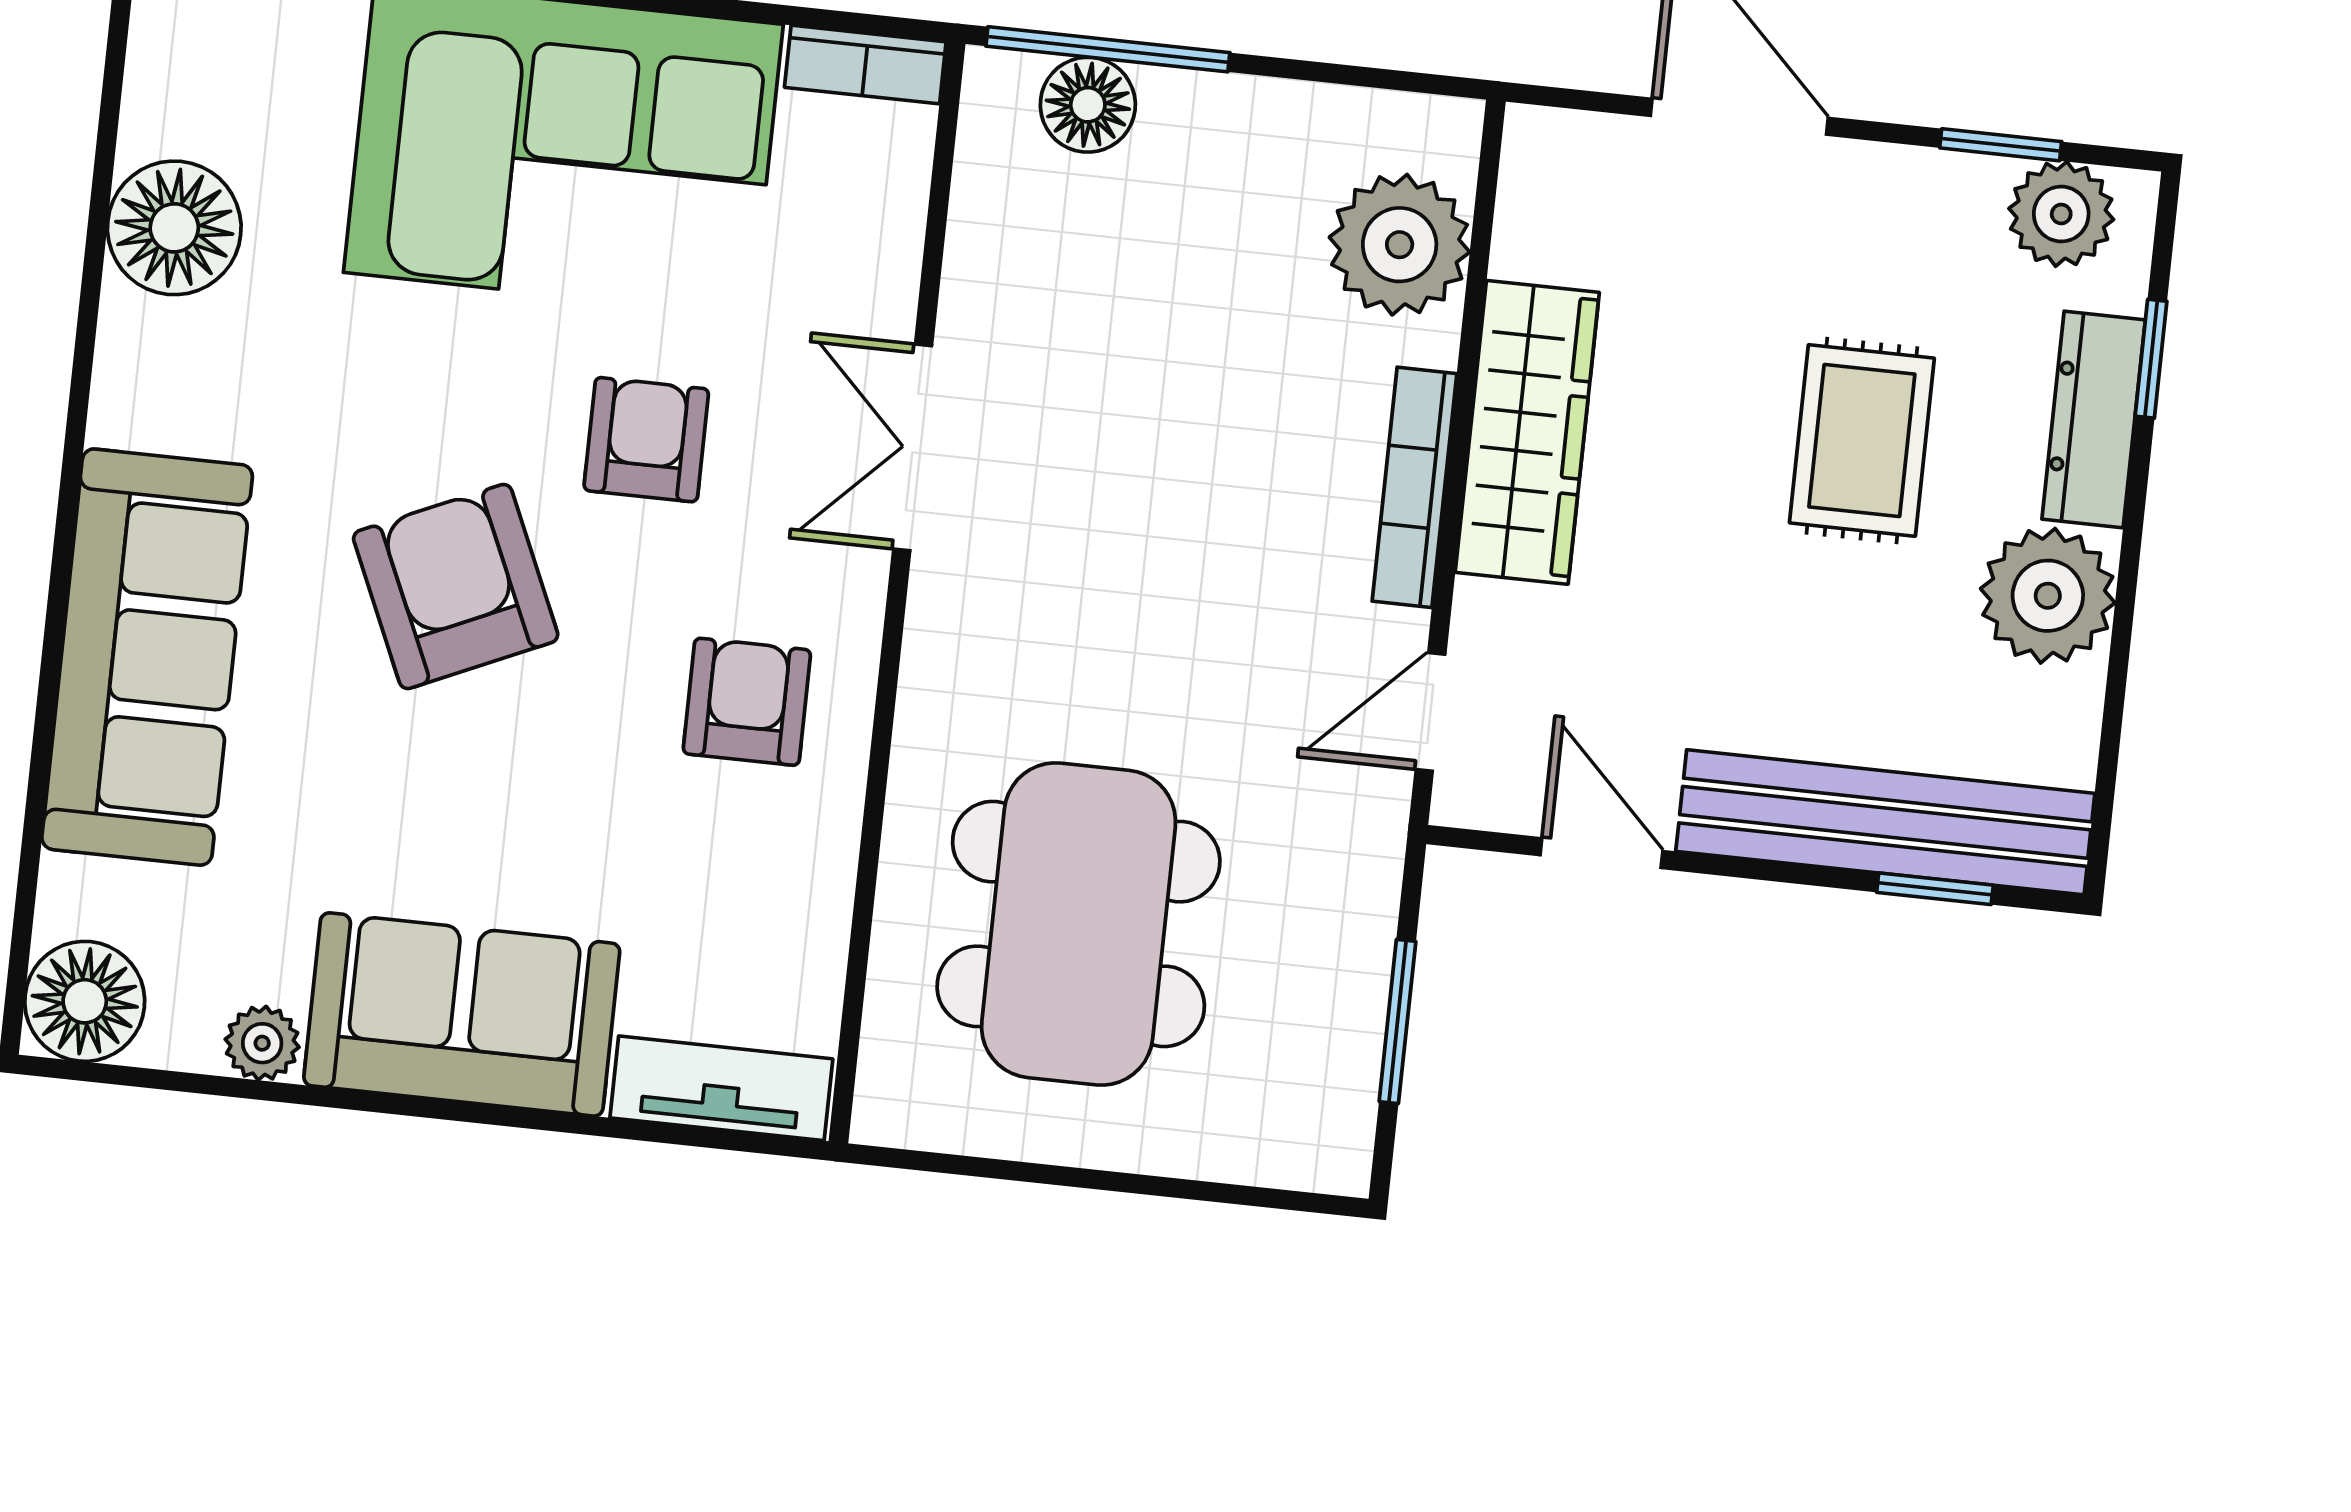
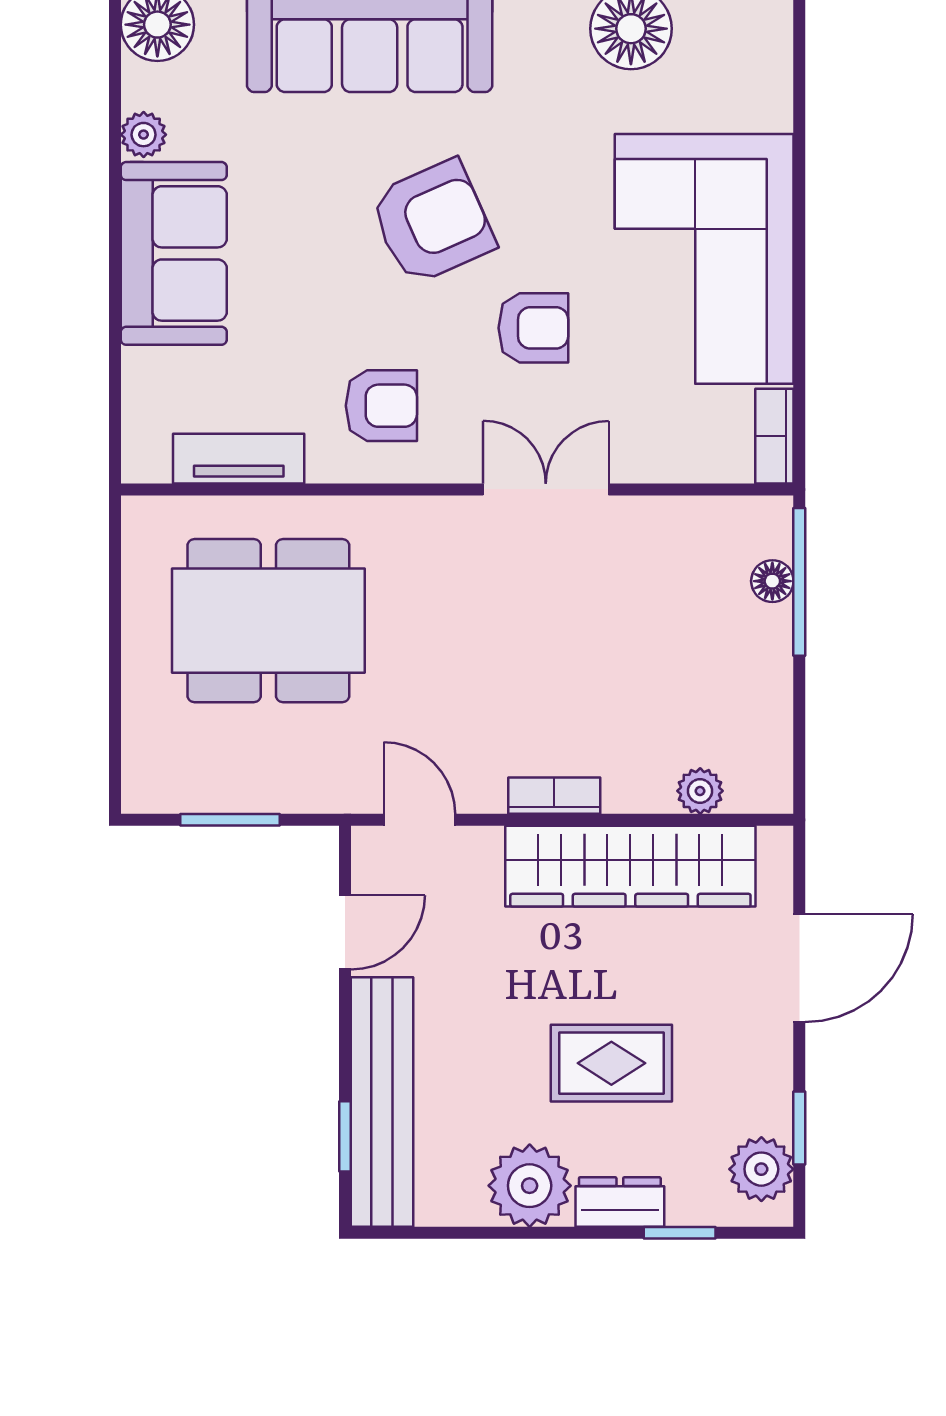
floor lamp: (1088, 105) -> (772, 581), width x0.73, depth x0.73
plant: (1400, 245) -> (700, 791), width x0.53, depth x0.53
dresser: (2094, 419) -> (620, 1202), width x0.70
wardrobe: (1527, 432) -> (630, 866), width x1.40, depth x1.17
bookcase: (1414, 487) -> (554, 796), width x0.64
tv unit: (721, 1088) -> (239, 459), moved, turned -90

